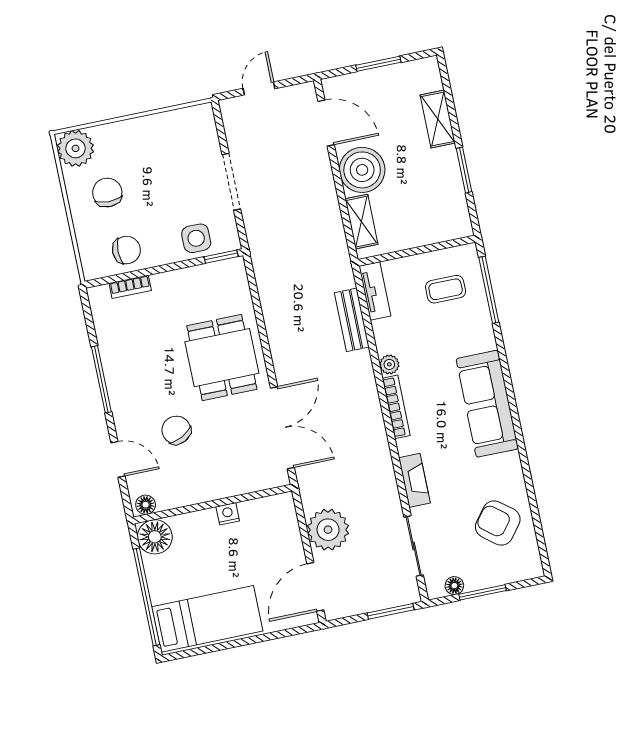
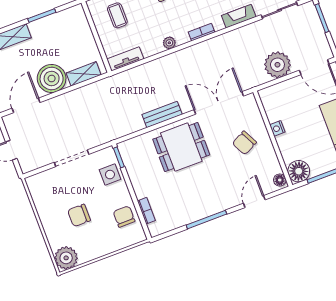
chair: (107, 193) -> (79, 215), moved
bench: (352, 320) -> (162, 114), moved
bookcase: (396, 407) -> (201, 32), width x0.64
chair: (176, 430) -> (244, 143), moved

